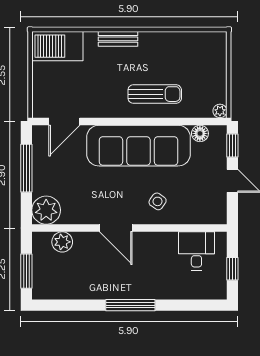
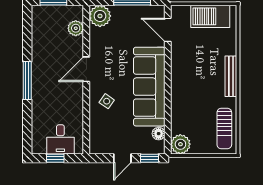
bench: (118, 39) -> (231, 76), width x1.36
barbecue: (57, 46) -> (210, 16), moved, turned -90
sun lounger: (155, 94) -> (224, 129), moved
plant: (220, 111) -> (180, 144), width x1.88, depth x1.88
desk: (196, 251) -> (60, 139), moved, turned 90

